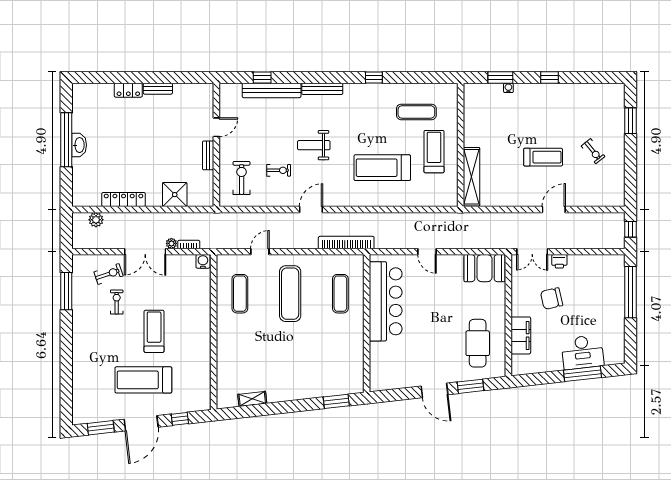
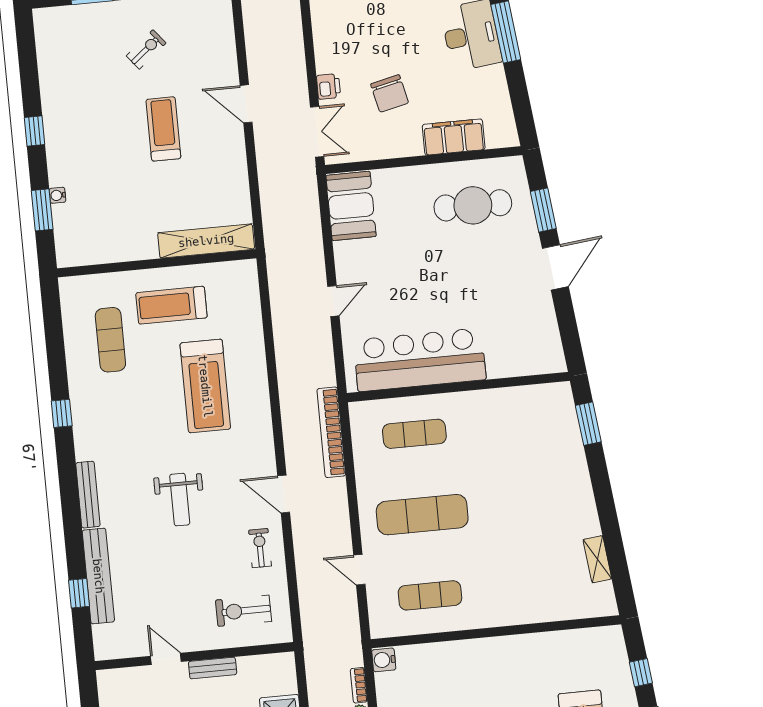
exercise bike: (279, 170) -> (260, 548), moved

